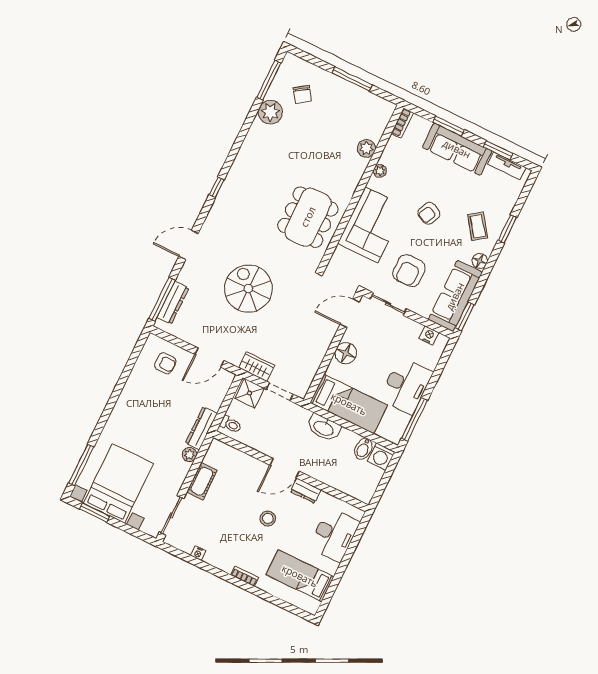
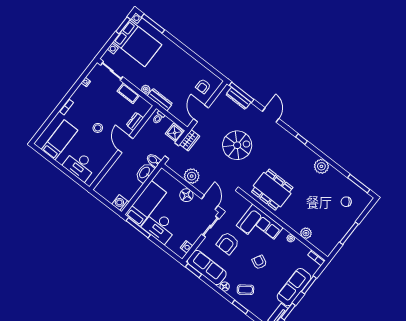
plant: (270, 112) -> (321, 166), moved
armchair: (409, 271) -> (228, 243), turned -90
plant: (313, 351) -> (192, 176), added
bed: (349, 404) -> (146, 204), moved, turned 180
bidet: (363, 449) -> (153, 160), moved
dresser: (306, 491) -> (135, 121), moved

